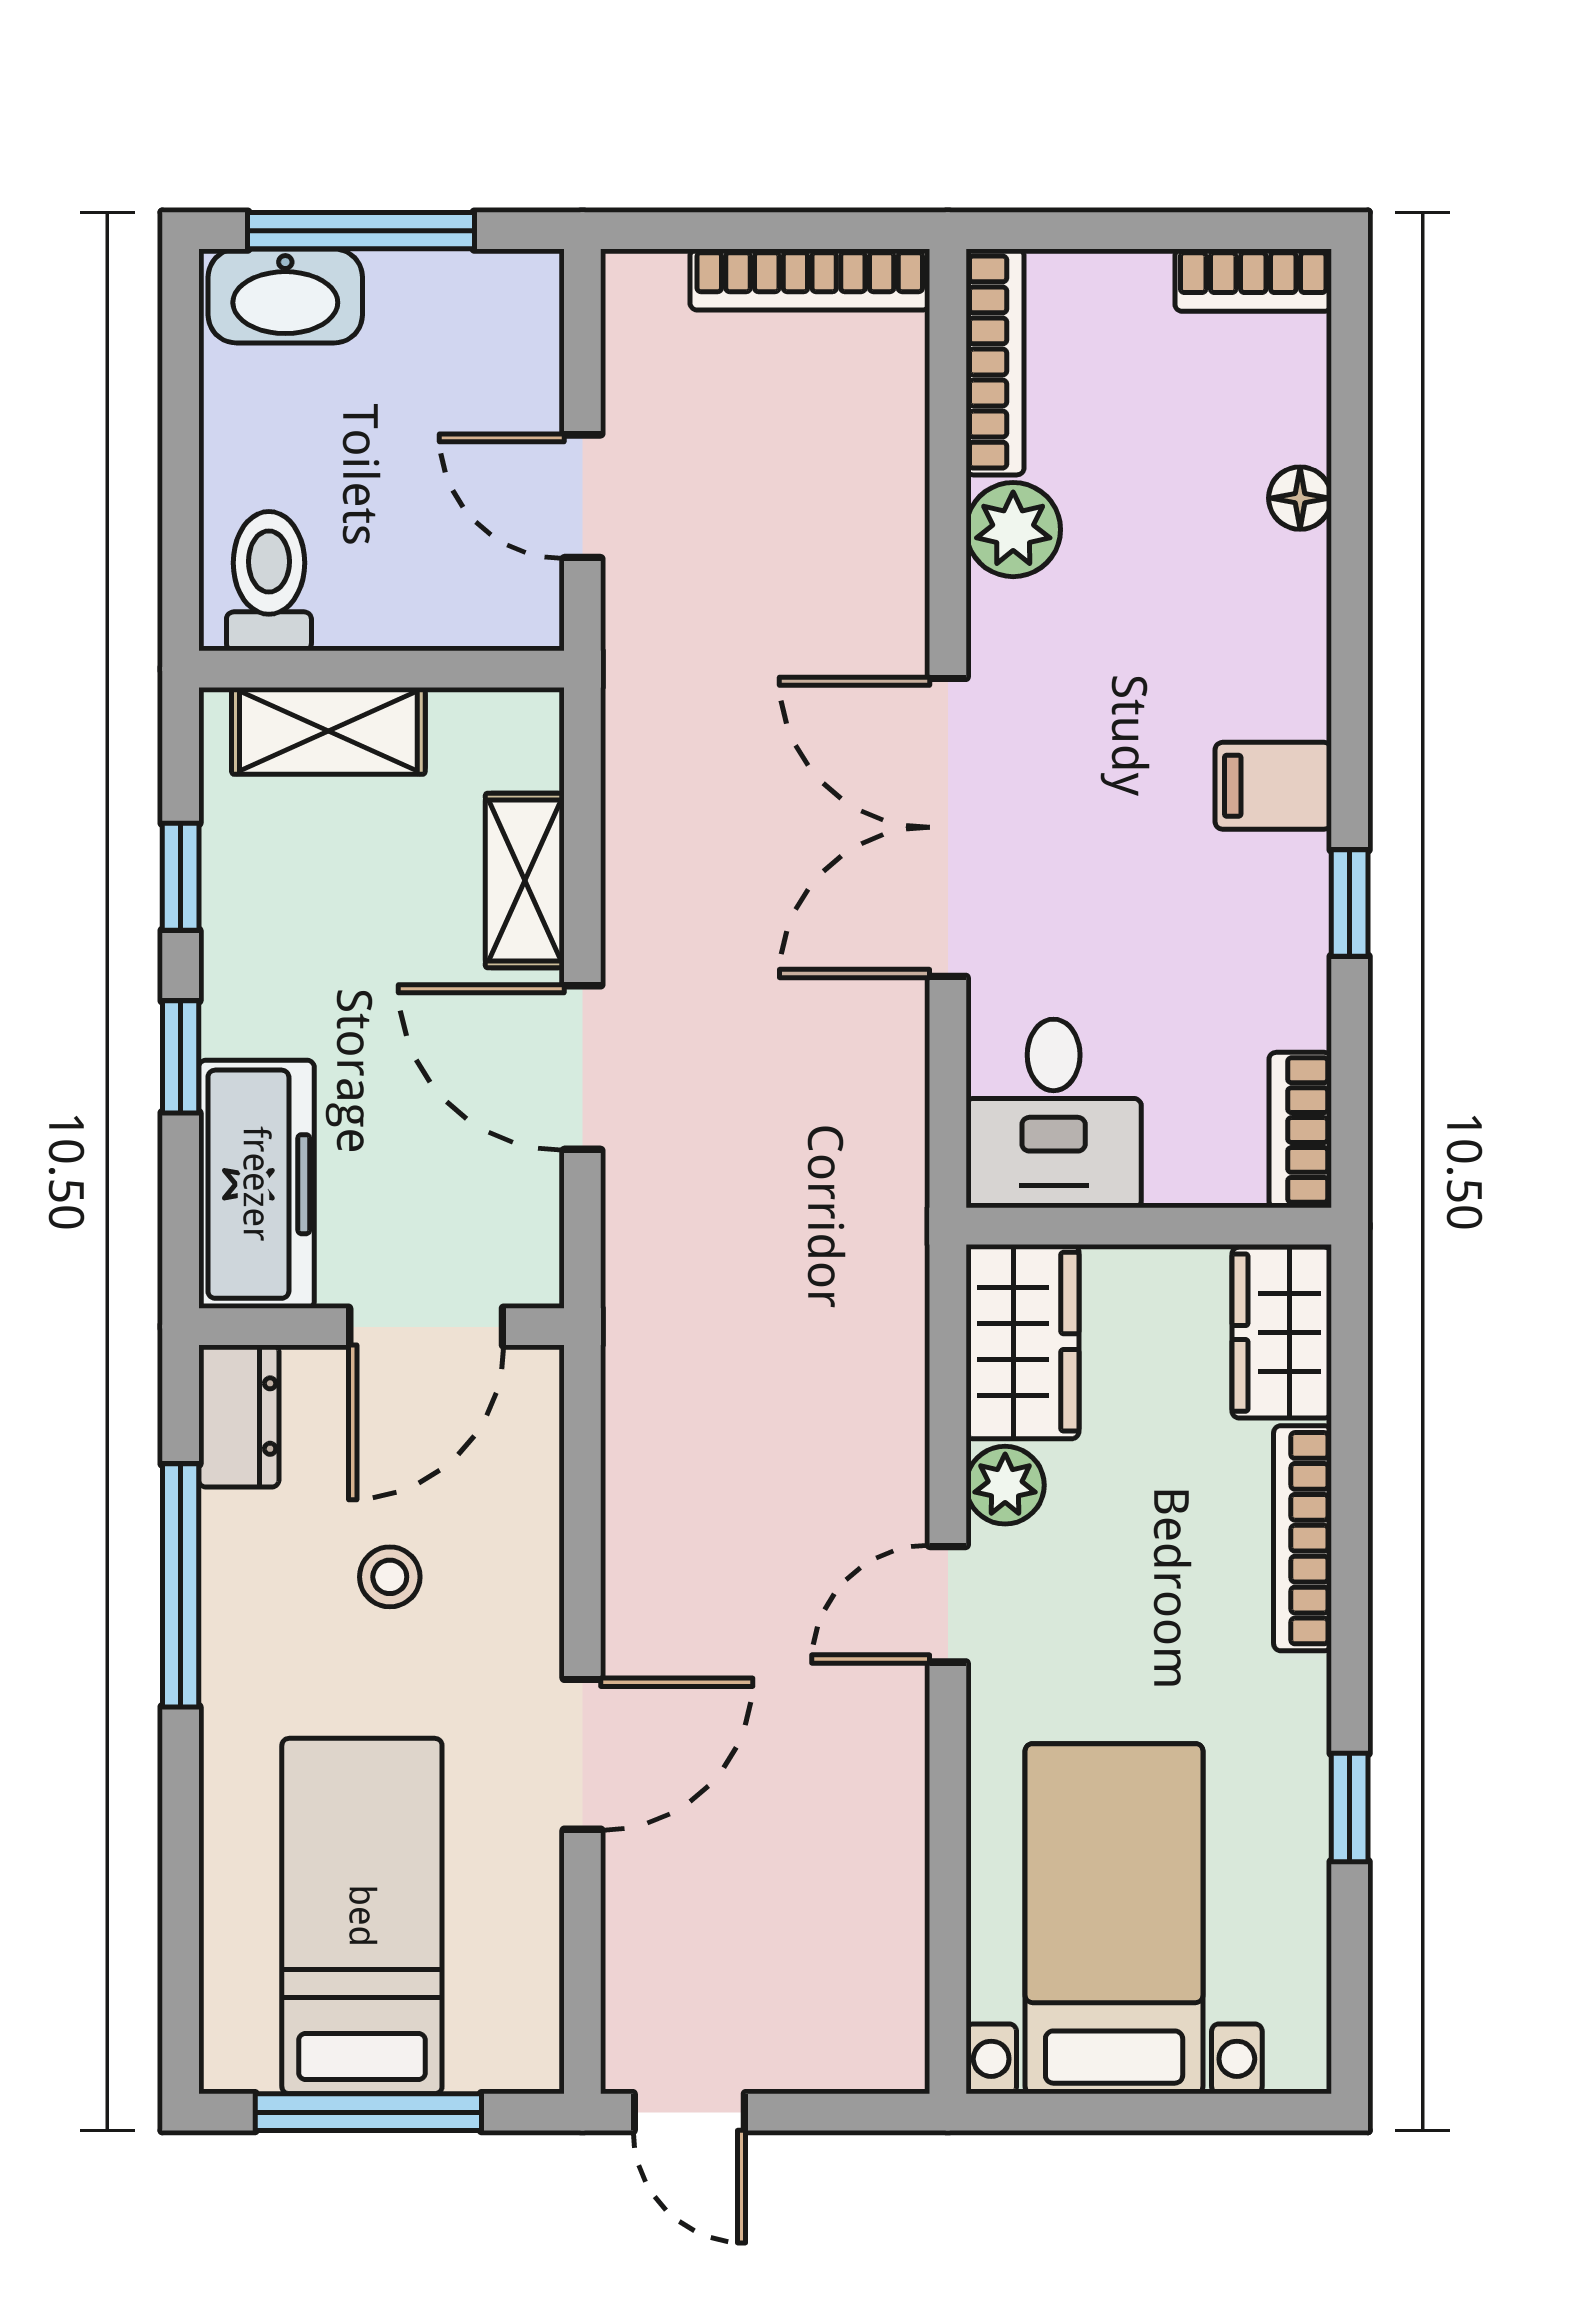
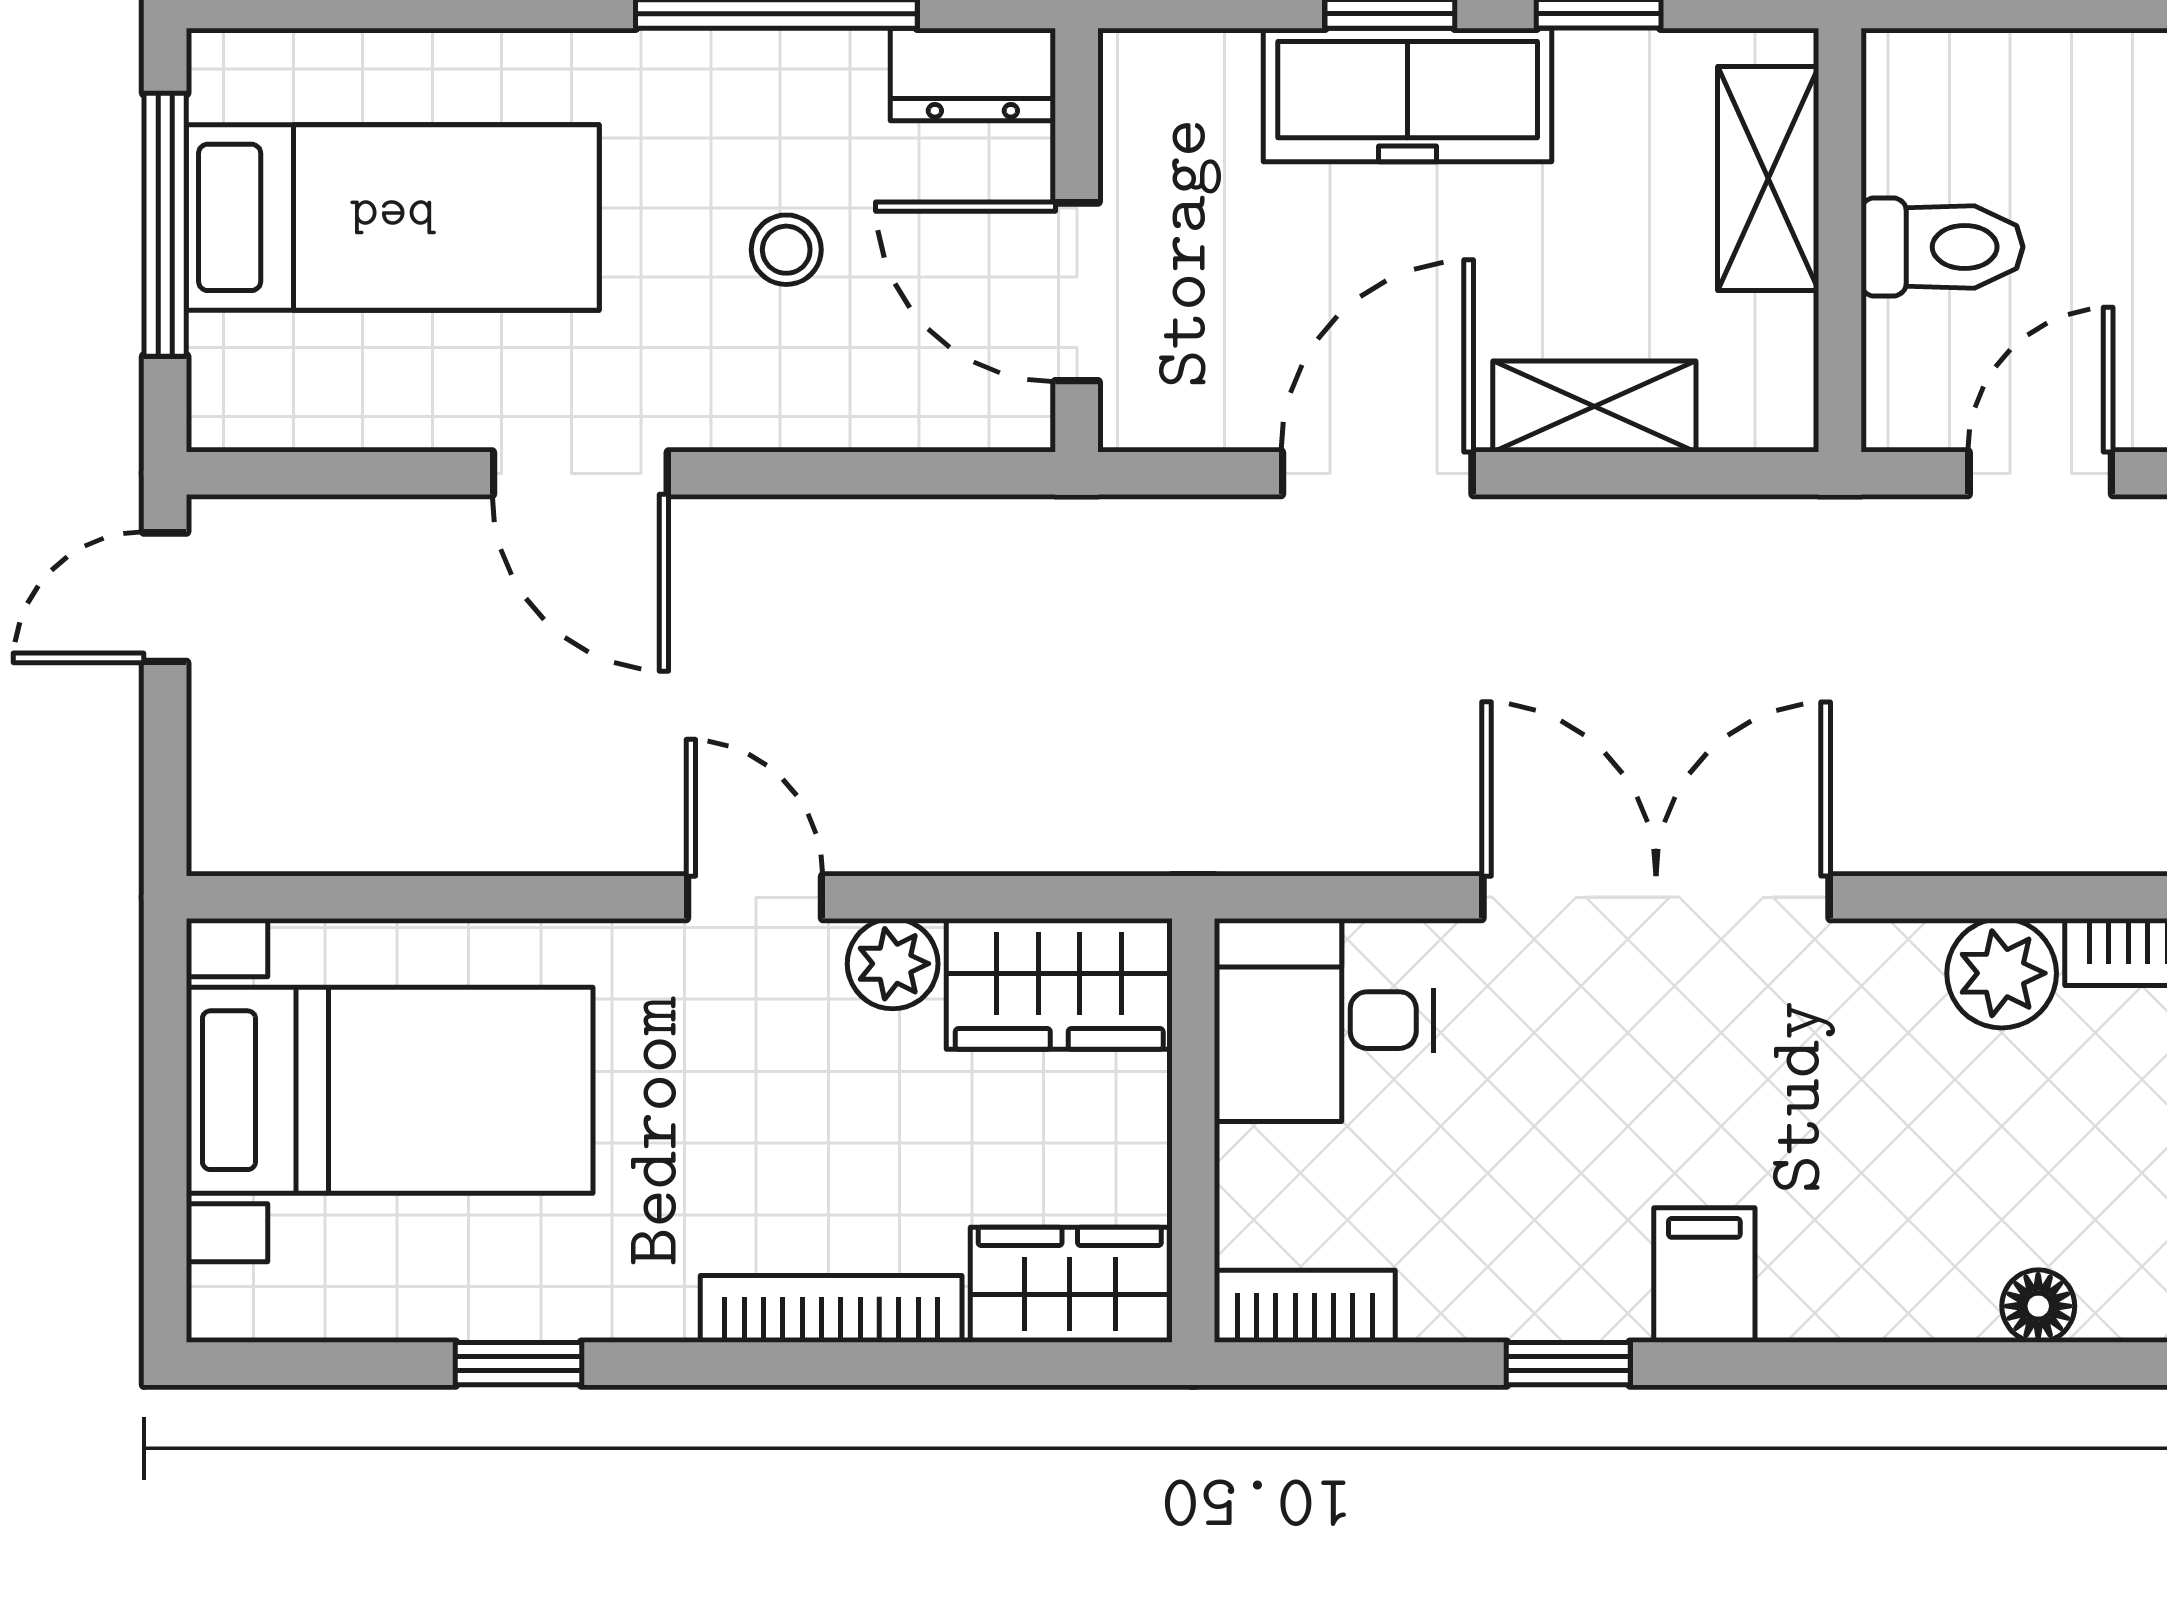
toilet: (269, 581) -> (1942, 247), moved
freezer: (256, 1184) -> (1408, 95), moved

